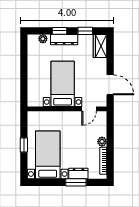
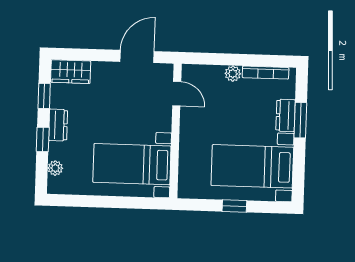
dresser: (64, 40) -> (58, 125), width x0.70
bed with nightstands: (63, 84) -> (132, 164), moved

